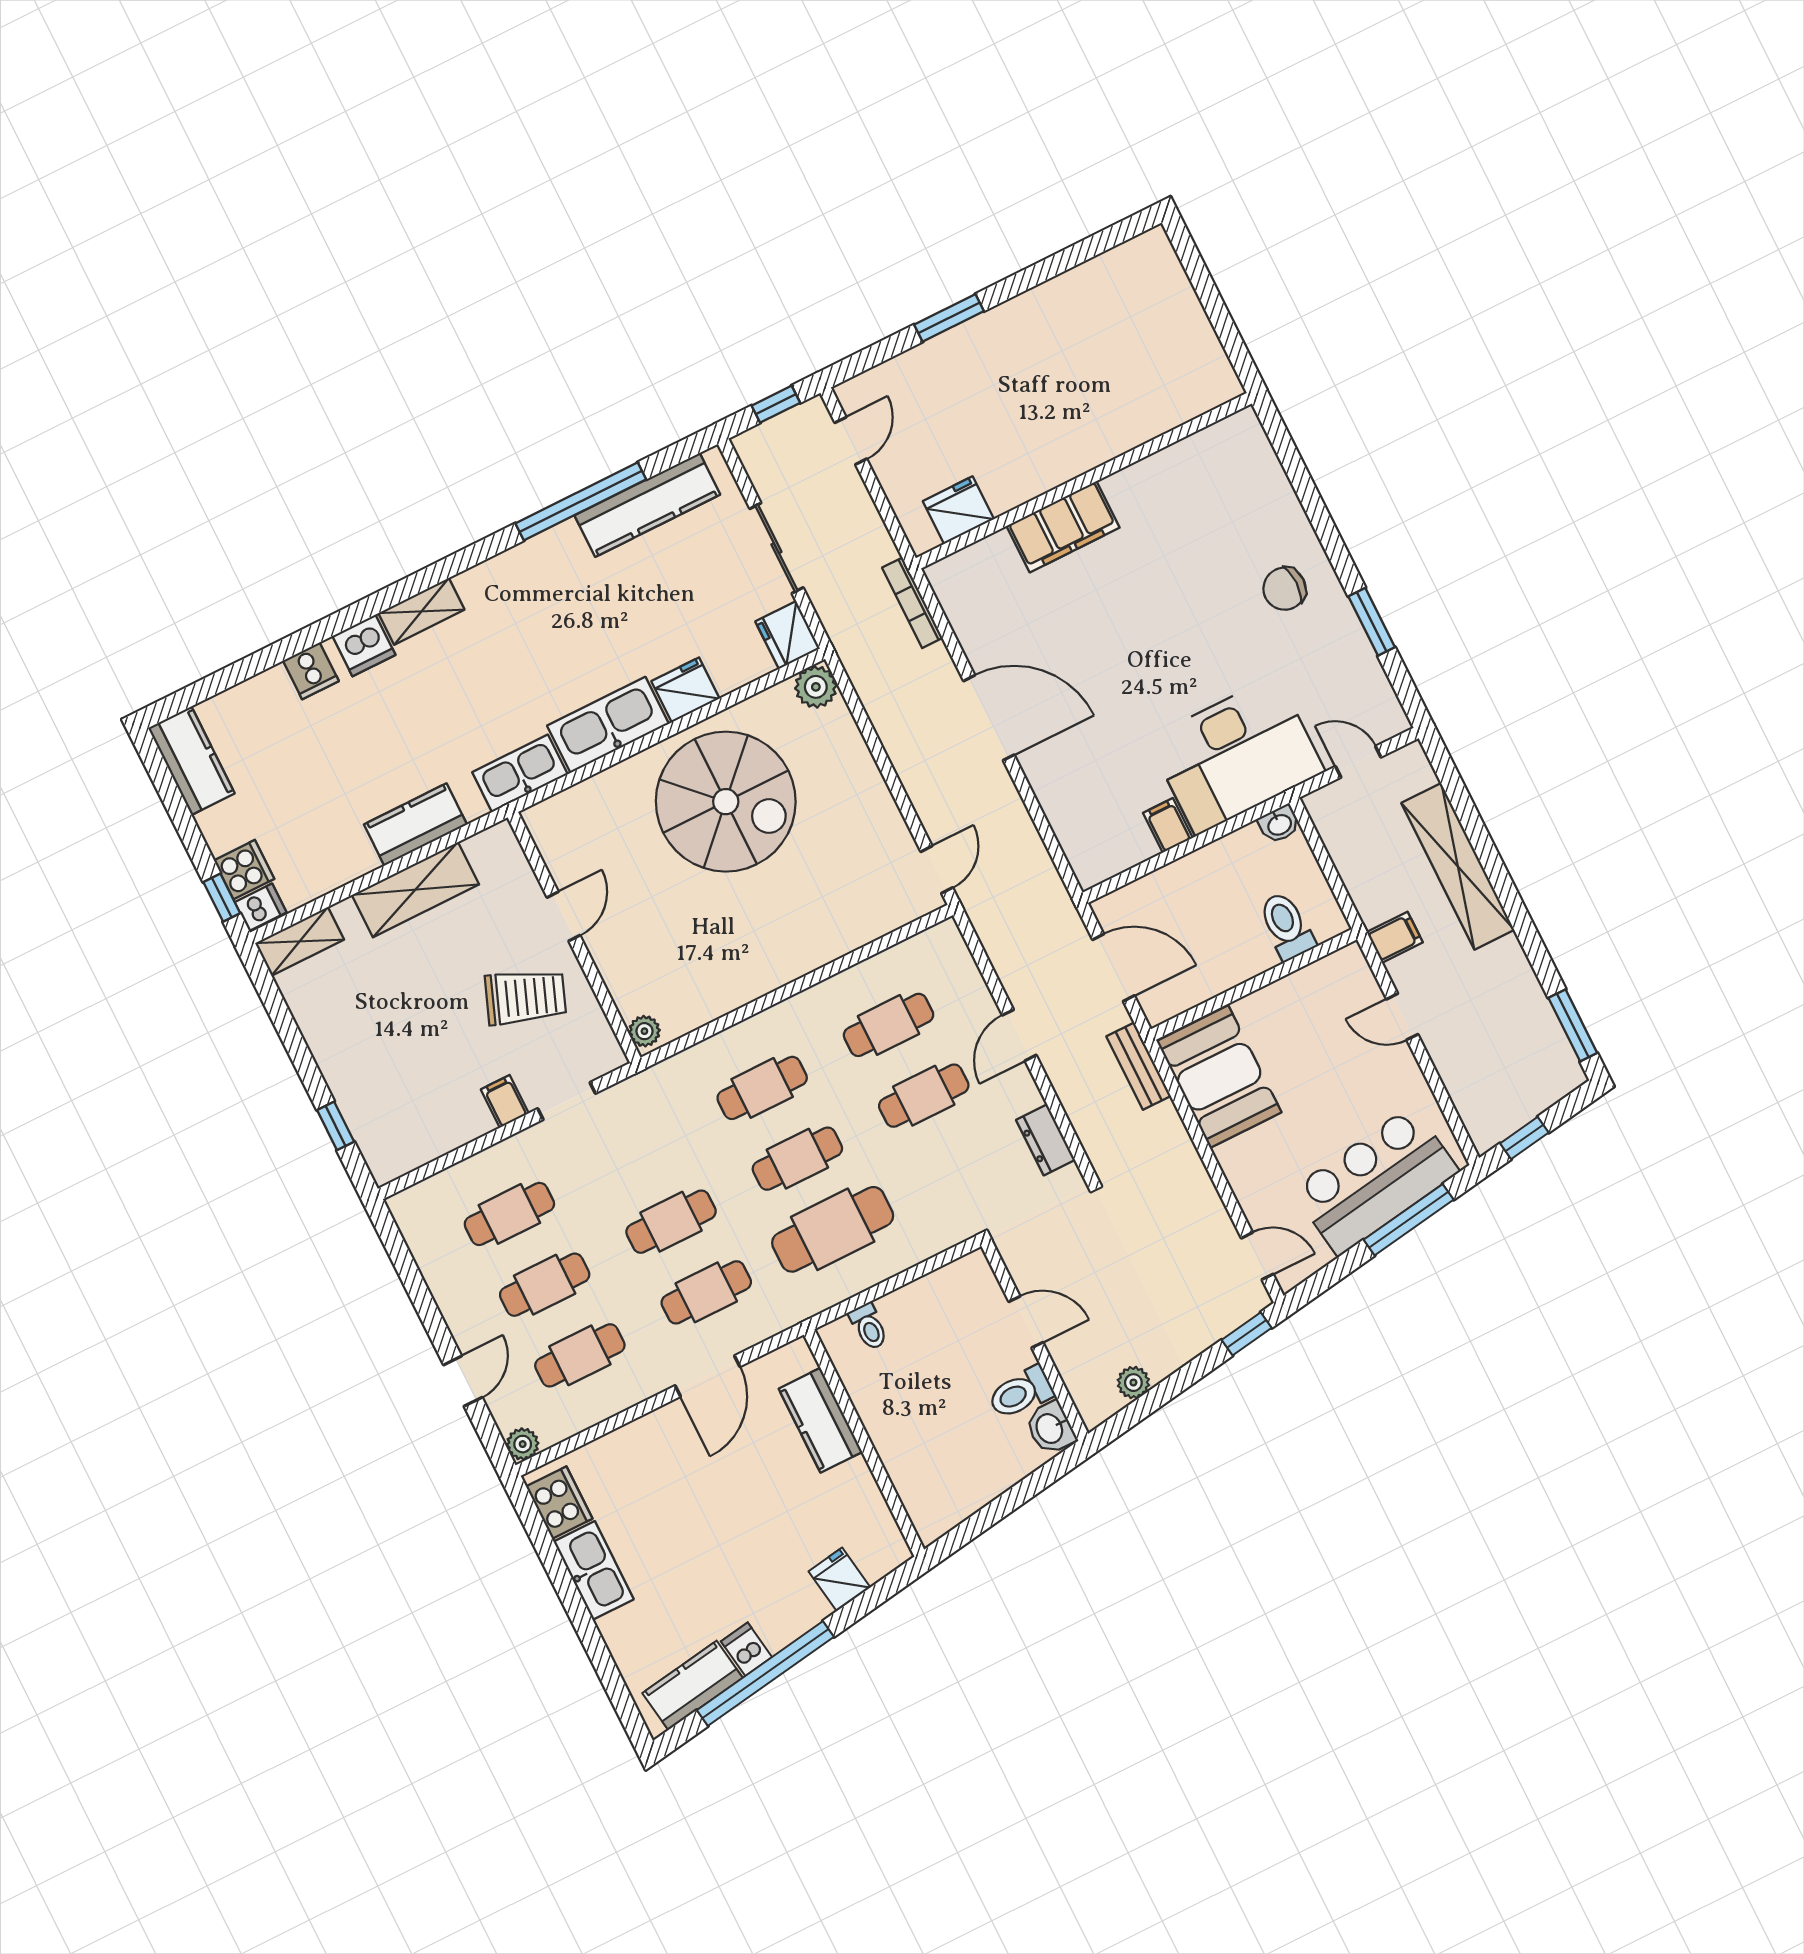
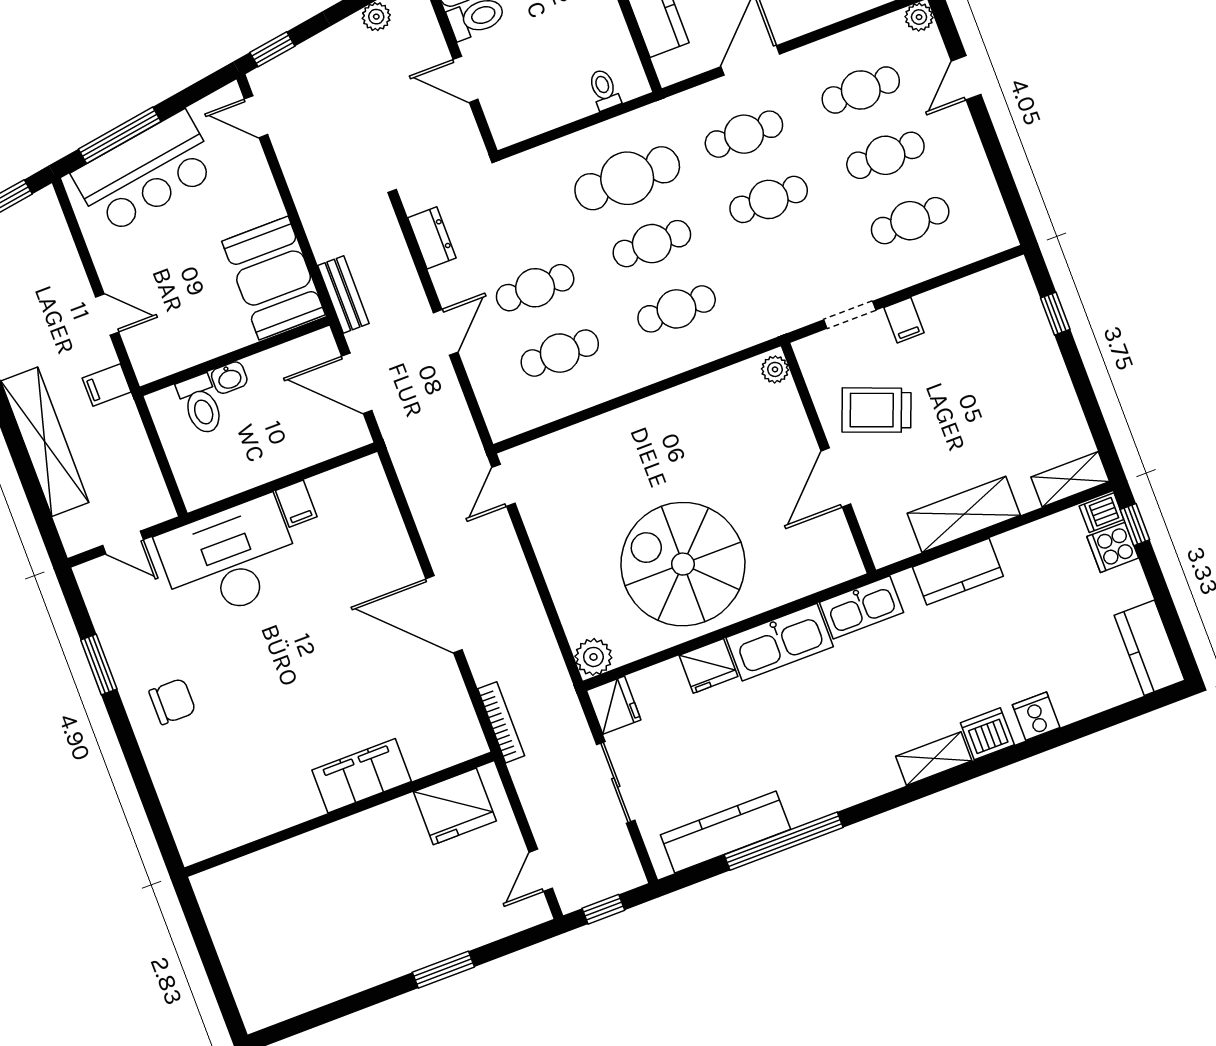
fridge: (958, 510) -> (455, 806), width x1.36, depth x1.34
washbasin: (1279, 824) -> (229, 378), moved, turned 180
door: (564, 916) -> (836, 478), width x1.38

